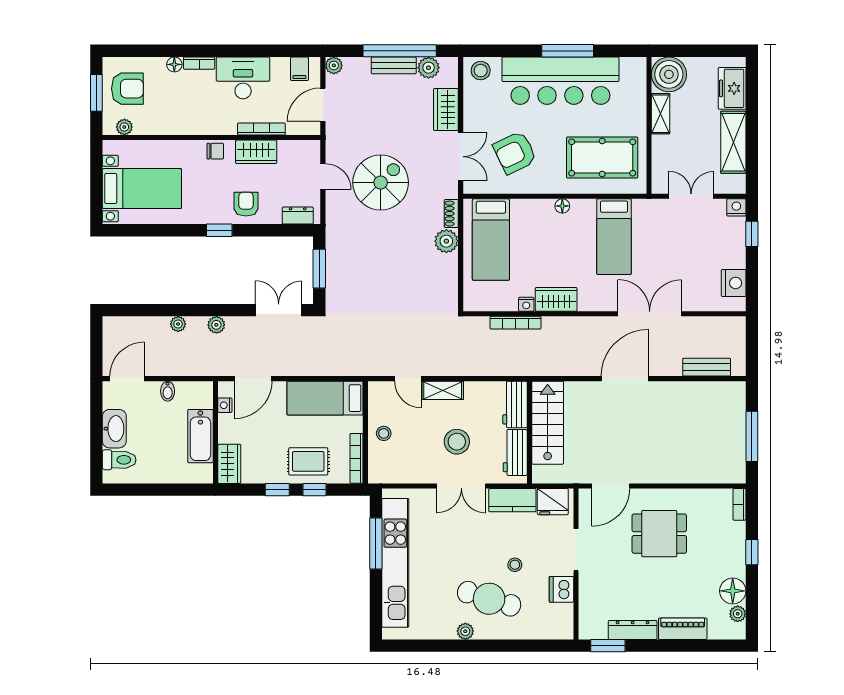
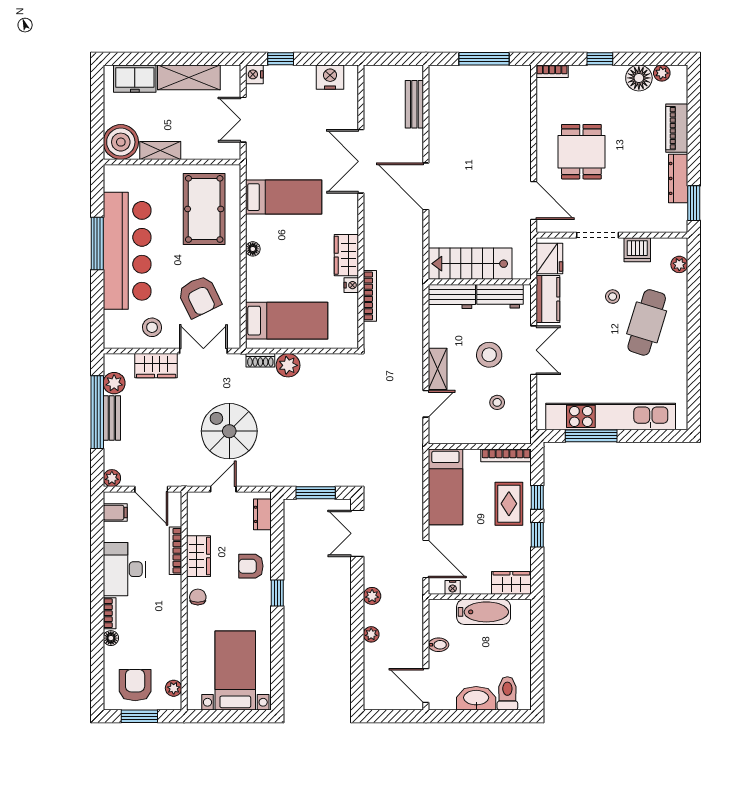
stool: (481, 71) -> (152, 327), moved
stool: (384, 433) -> (497, 402), moved
plant: (465, 631) -> (679, 264), moved

